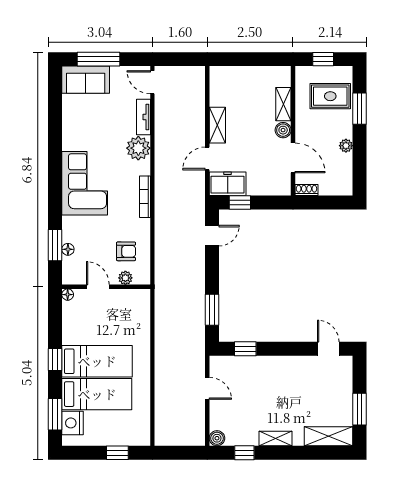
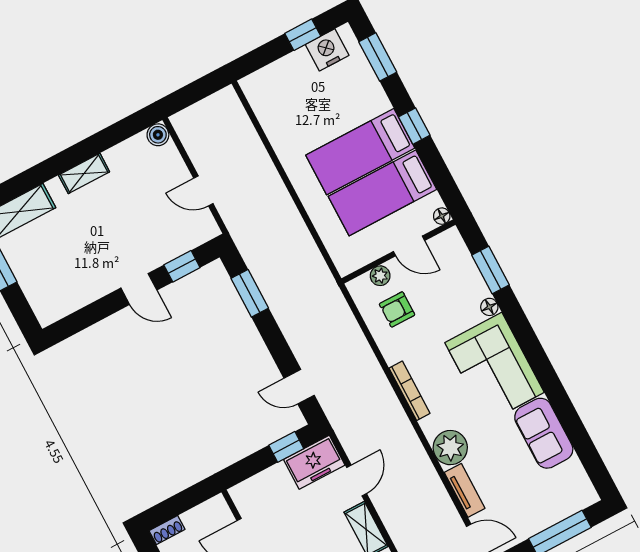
sofa: (86, 80) -> (544, 433), moved, turned -90
shoe rack: (306, 190) -> (167, 530), moved
door: (212, 236) -> (299, 387), hinge flipped
floor lamp: (68, 249) -> (489, 307), moved
door: (328, 349) -> (139, 289), moved
bed: (97, 394) -> (382, 193), moved
nightstand: (72, 423) -> (327, 50), moved, turned -90
window: (117, 453) -> (303, 35), moved
window: (244, 453) -> (114, 135), removed

